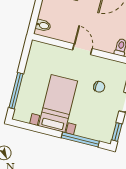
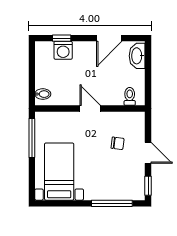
window: (16, 91) -> (32, 138), moved
bed with nightstands: (58, 103) -> (59, 172), moved

